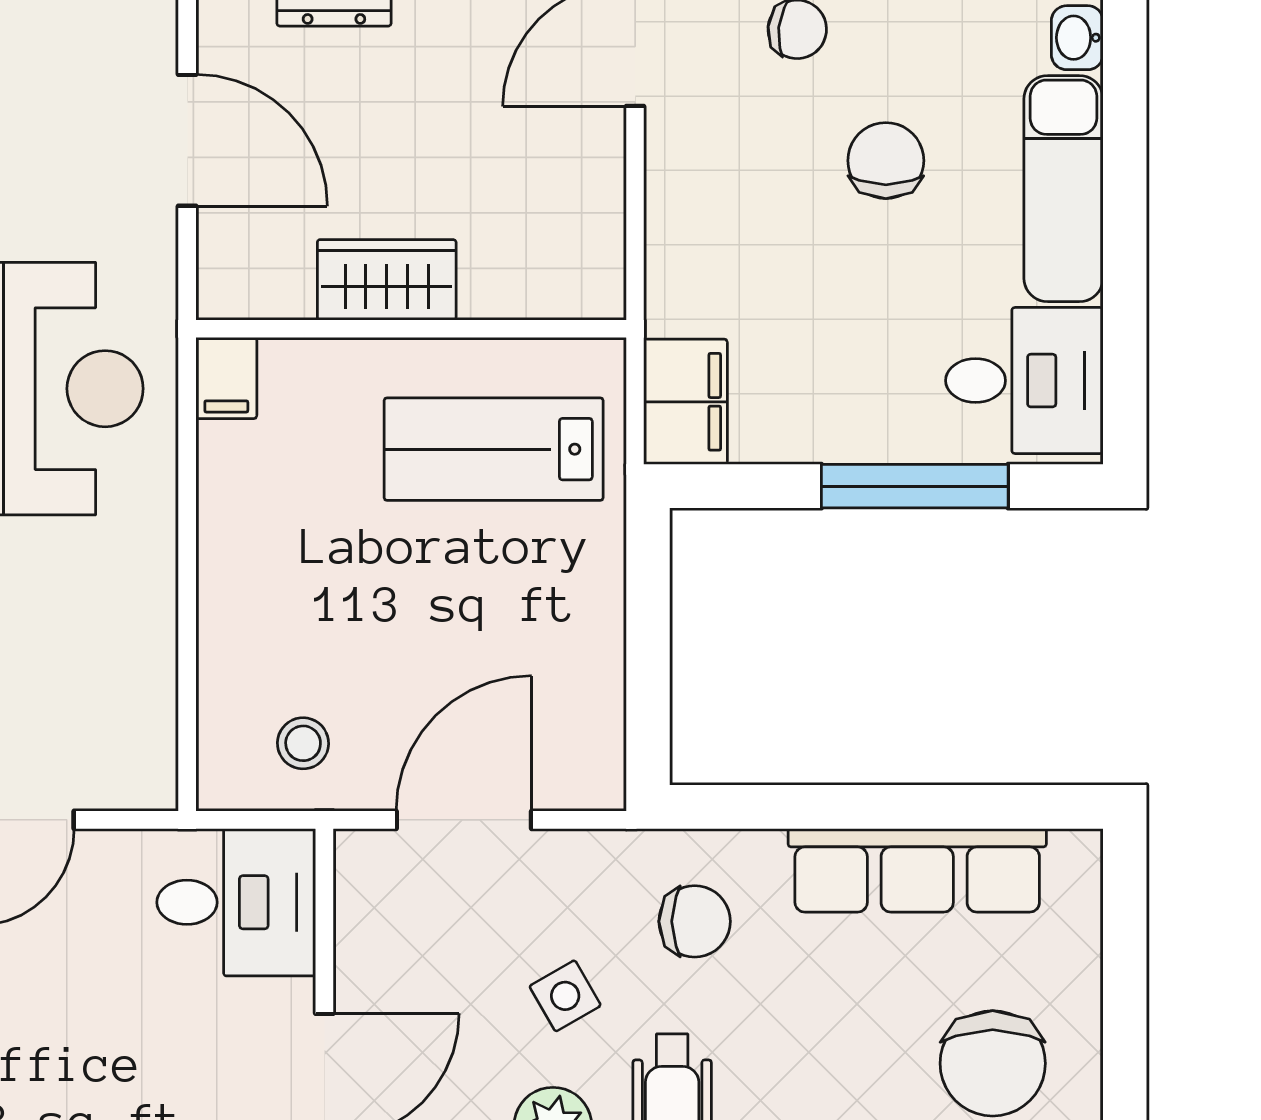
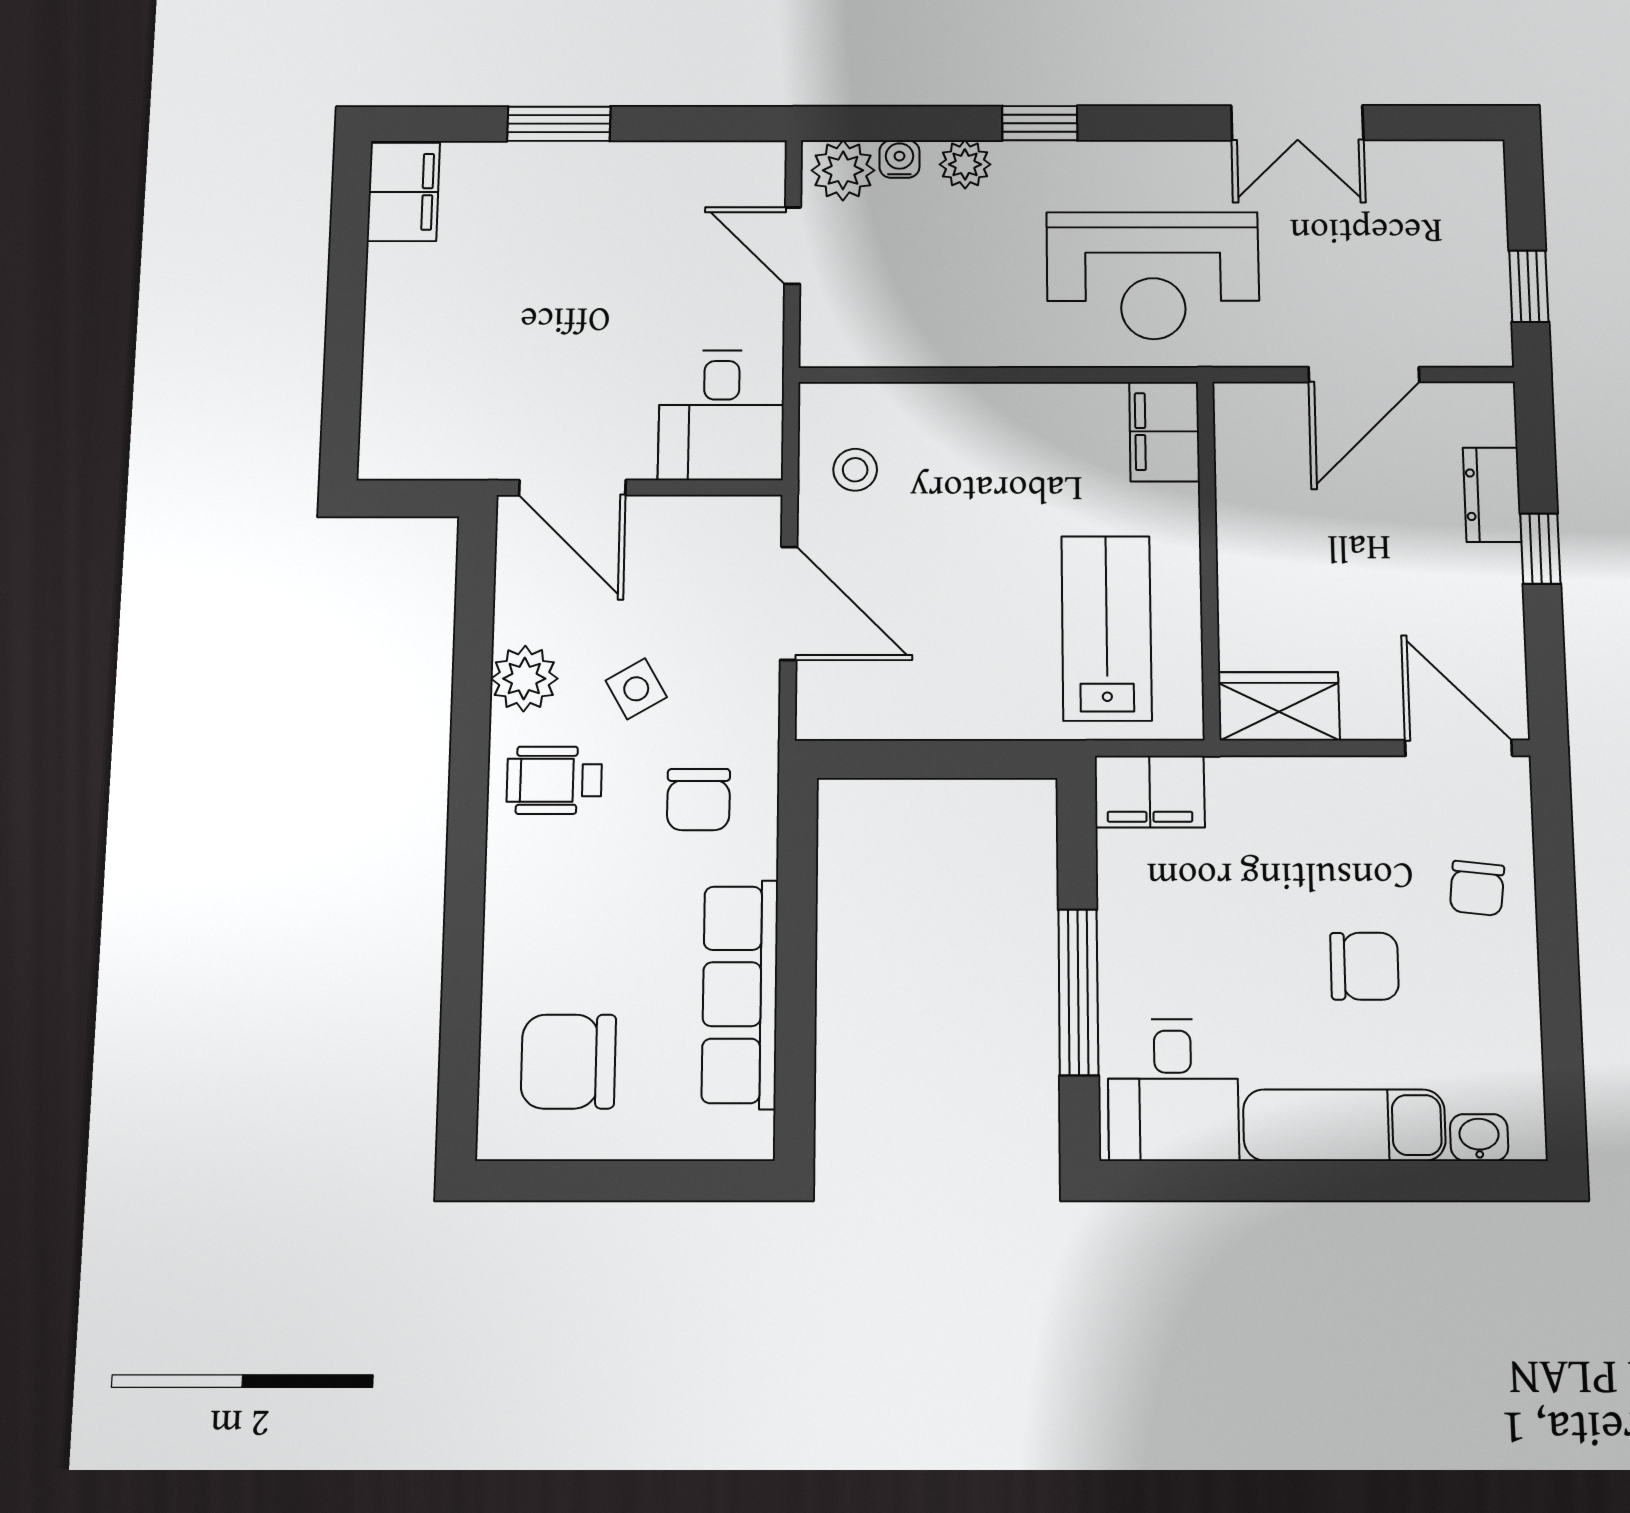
wardrobe: (387, 280) -> (1279, 706), moved, turned -90
filing cabinet: (226, 378) -> (1164, 432), width x2.00

